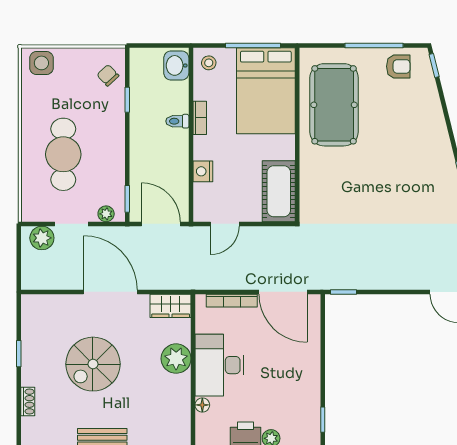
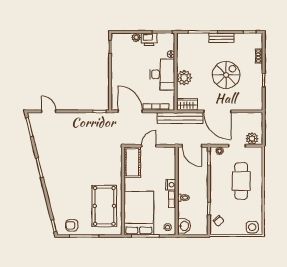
nightstand: (203, 171) -> (171, 185), moved
door: (225, 224) -> (149, 146), moved
bench: (184, 279) -> (180, 118), added

